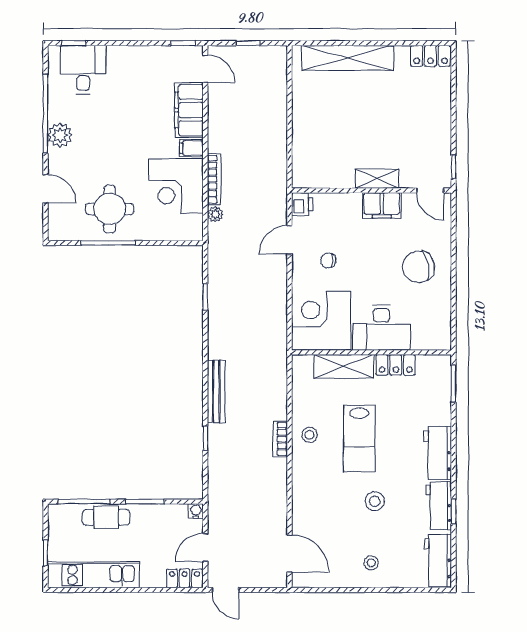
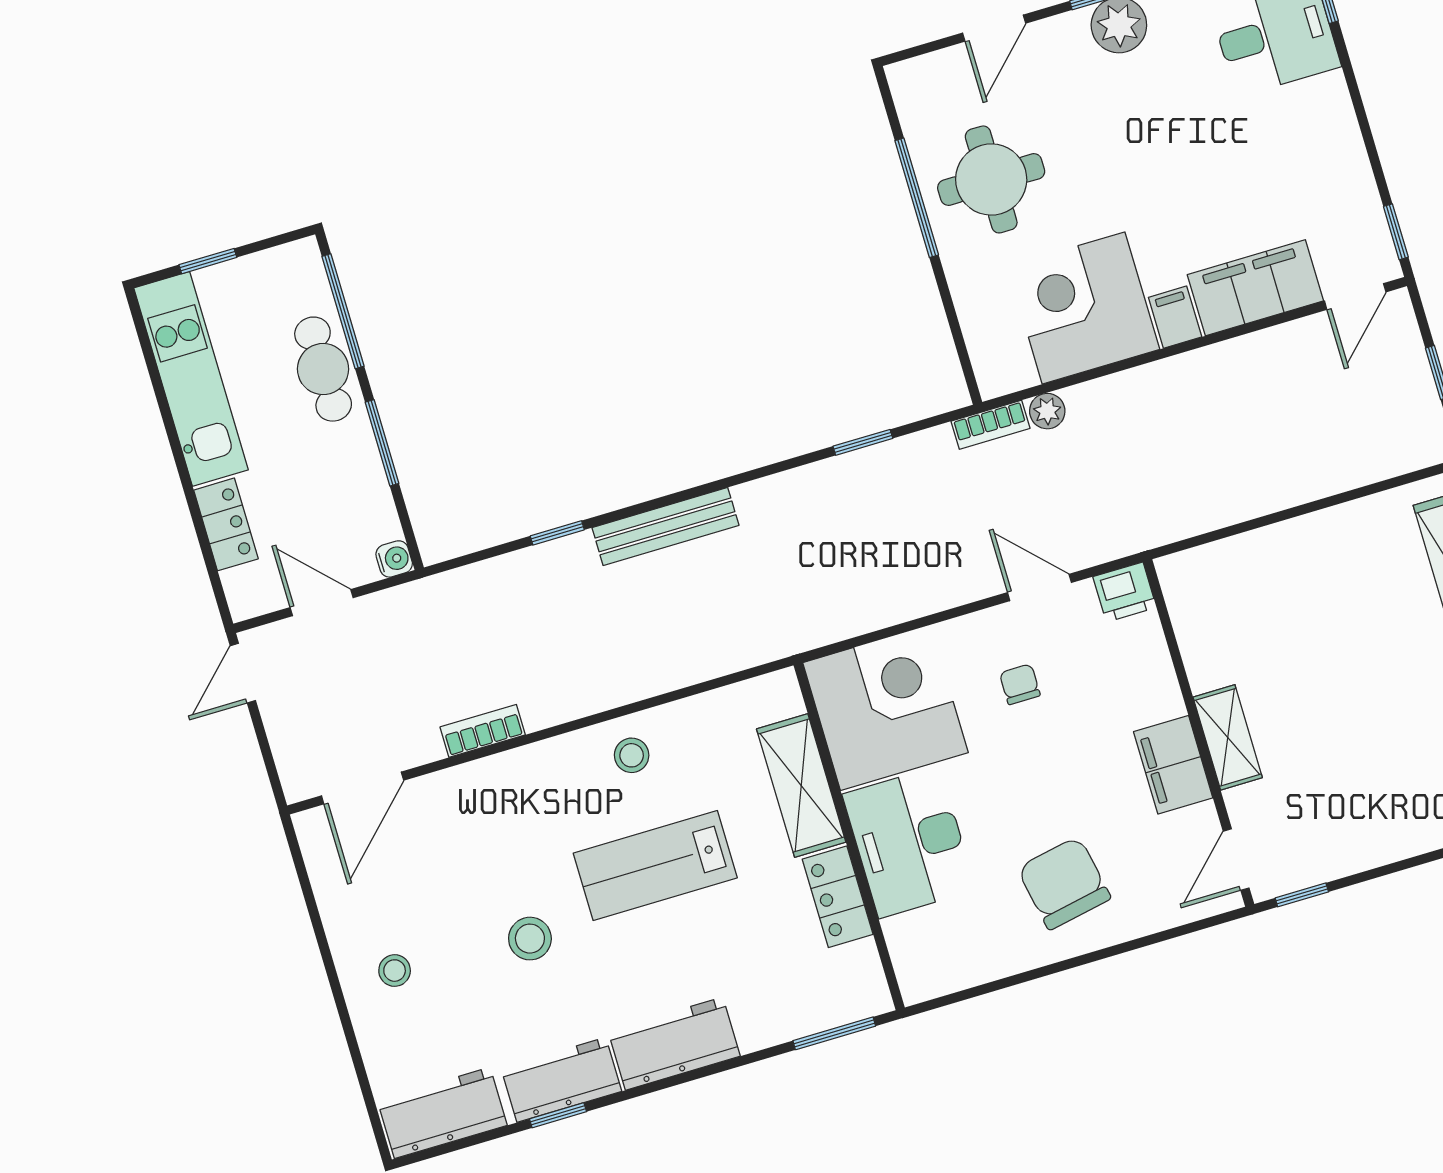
bookcase: (214, 179) -> (991, 425), moved, width x0.64
bookcase: (280, 439) -> (483, 731), moved
locker: (185, 578) -> (226, 524), moved

